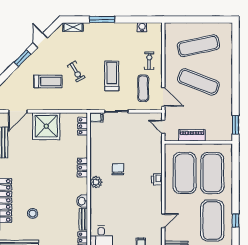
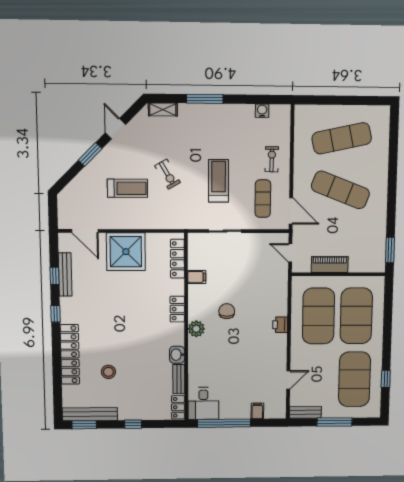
door: (18, 111) -> (85, 231), hinge flipped
filing cabinet: (96, 117) -> (197, 277), moved
locker: (83, 126) -> (177, 259), width x1.53

